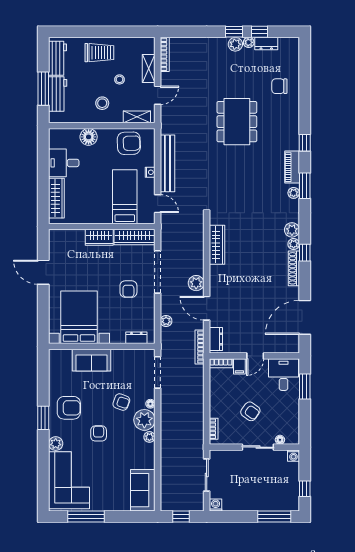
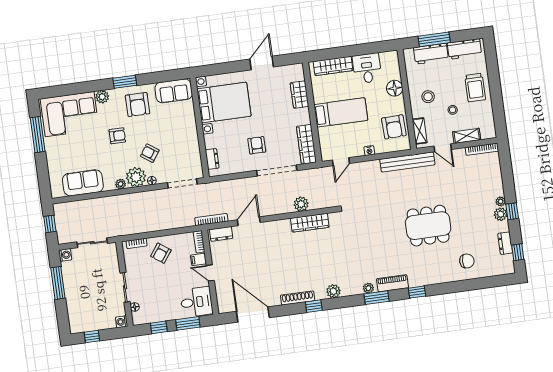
window: (260, 32) -> (518, 252), moved
plant: (249, 42) -> (501, 201), moved
chair: (279, 86) -> (467, 261), turned 90
bench: (167, 163) -> (407, 162), moved
bed: (125, 197) -> (341, 112), moved
wardrobe: (99, 237) -> (299, 95), moved
plant: (294, 244) -> (320, 295), removed
plant: (196, 283) -> (301, 204), moved
armchair: (128, 289) -> (257, 145), turned 90
plant: (166, 321) -> (232, 185), removed
sofa: (92, 360) -> (174, 91), moved, turned -90
armchair: (121, 402) -> (150, 153), turned 105
armchair: (250, 411) -> (161, 253), moved
window: (305, 418) -> (159, 327), added
sofa: (143, 490) -> (83, 183), moved
window: (274, 517) -> (58, 283), moved

